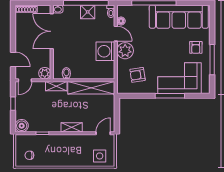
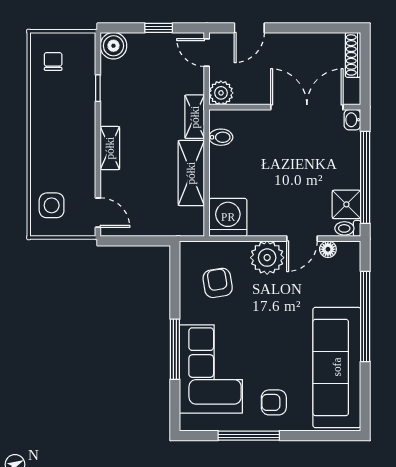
shower: (88, 12) -> (346, 204), moved
washing machine: (105, 51) -> (228, 217), moved
shelving: (91, 88) -> (191, 173), width x0.68

